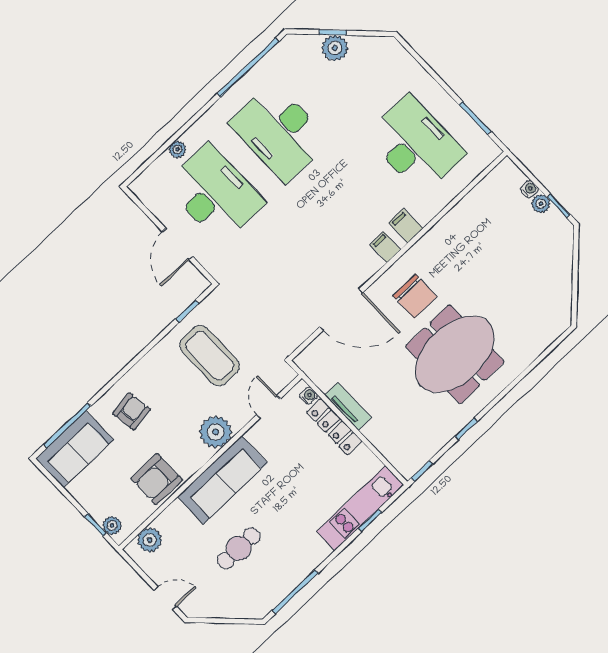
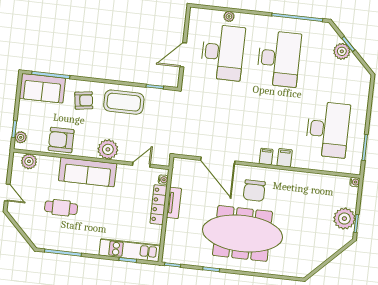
desk: (280, 132) -> (279, 59), turned 180
water cooler: (530, 189) -> (355, 182), moved
plant: (541, 204) -> (344, 219), width x1.87, depth x1.87
meeting table: (455, 354) -> (242, 233), width x1.36
coffee table: (210, 356) -> (124, 102), moved, turned 90

